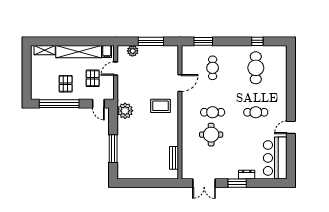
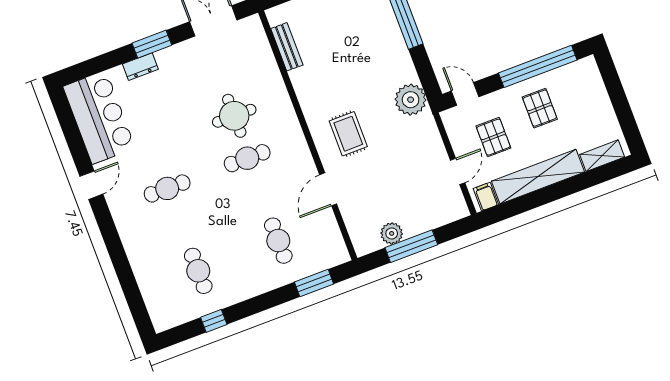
plant: (133, 51) -> (392, 233), moved
cafe table: (256, 68) -> (198, 271), width x0.73, depth x0.74
rug: (161, 106) -> (348, 134), turned 90

